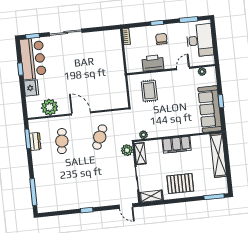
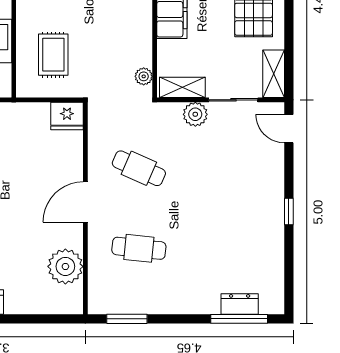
fridge: (31, 88) -> (67, 116), moved, turned 180
rug: (149, 91) -> (53, 55), turned 90
dresser: (35, 141) -> (240, 304), moved
plant: (127, 150) -> (195, 114), moved
door: (126, 206) -> (289, 129), swing flipped

